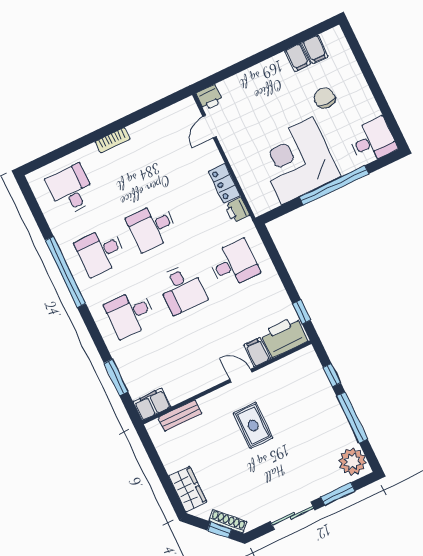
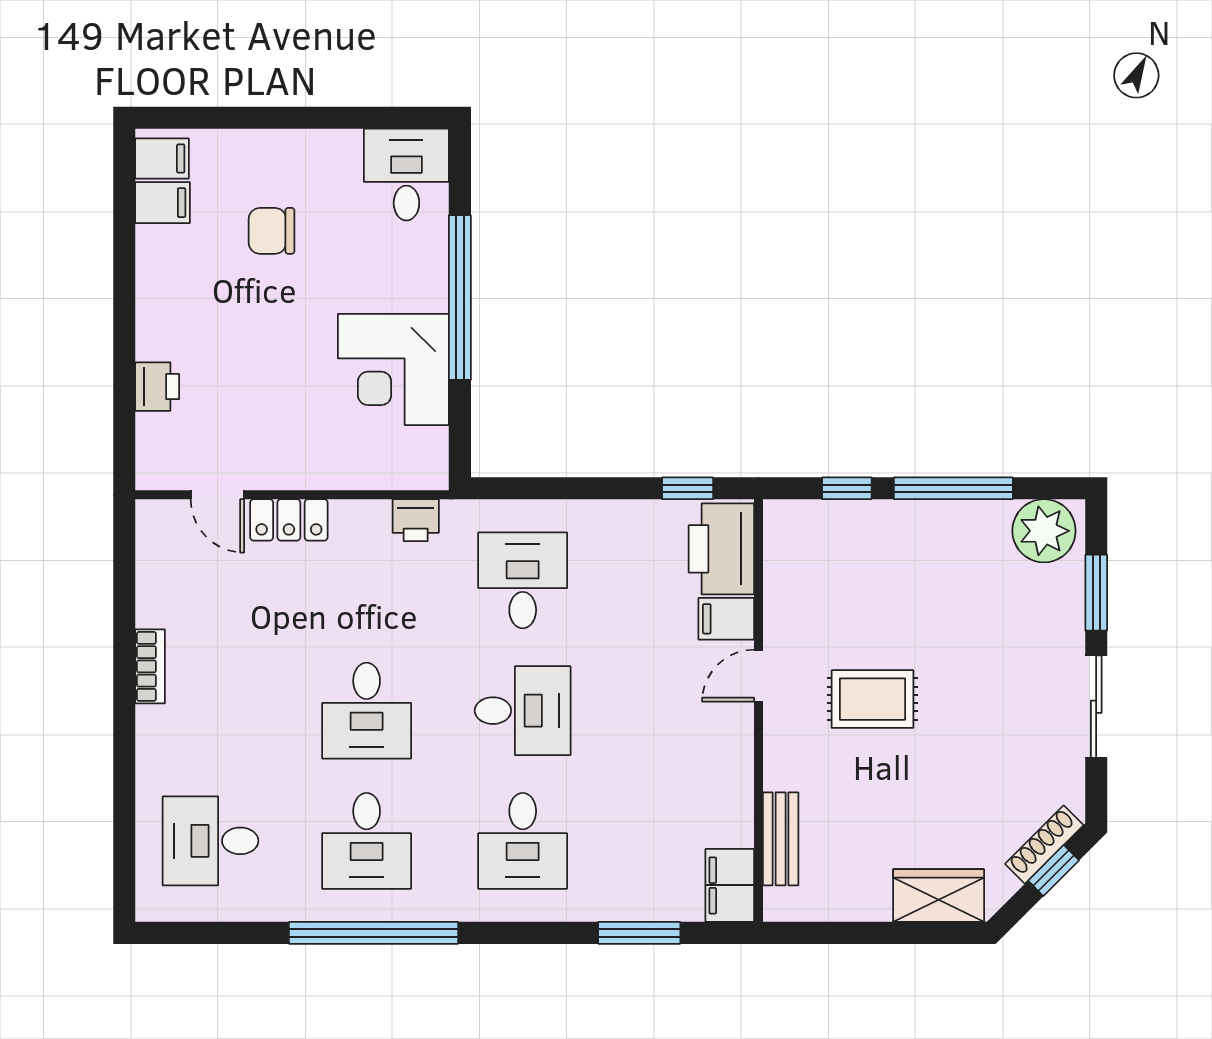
filing cabinet: (298, 57) -> (162, 158), moved
printer: (209, 97) -> (157, 387), moved
bookcase: (113, 140) -> (150, 666), moved
corner desk: (297, 161) -> (393, 370), width x0.74, depth x0.74
locker: (224, 183) -> (289, 520), moved

